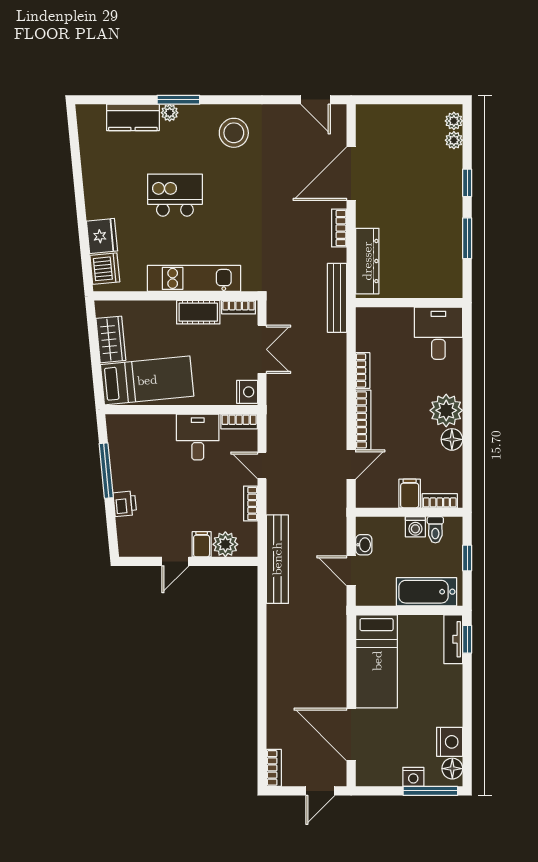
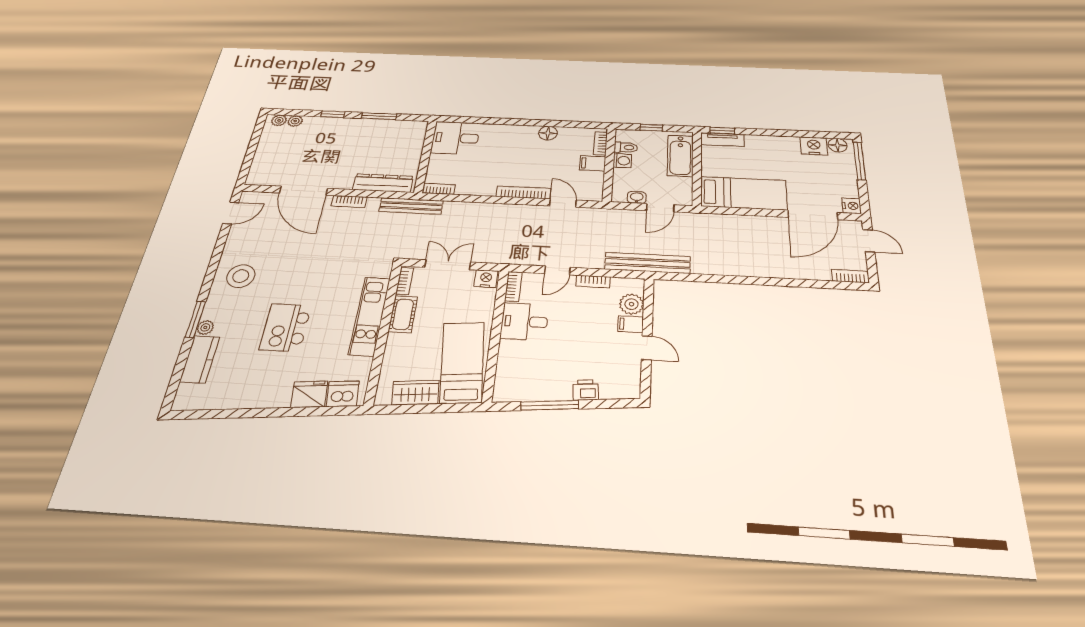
bookcase: (363, 370) -> (439, 189), moved
plant: (446, 410) -> (523, 136), removed
nightstand: (413, 777) -> (852, 206), moved

